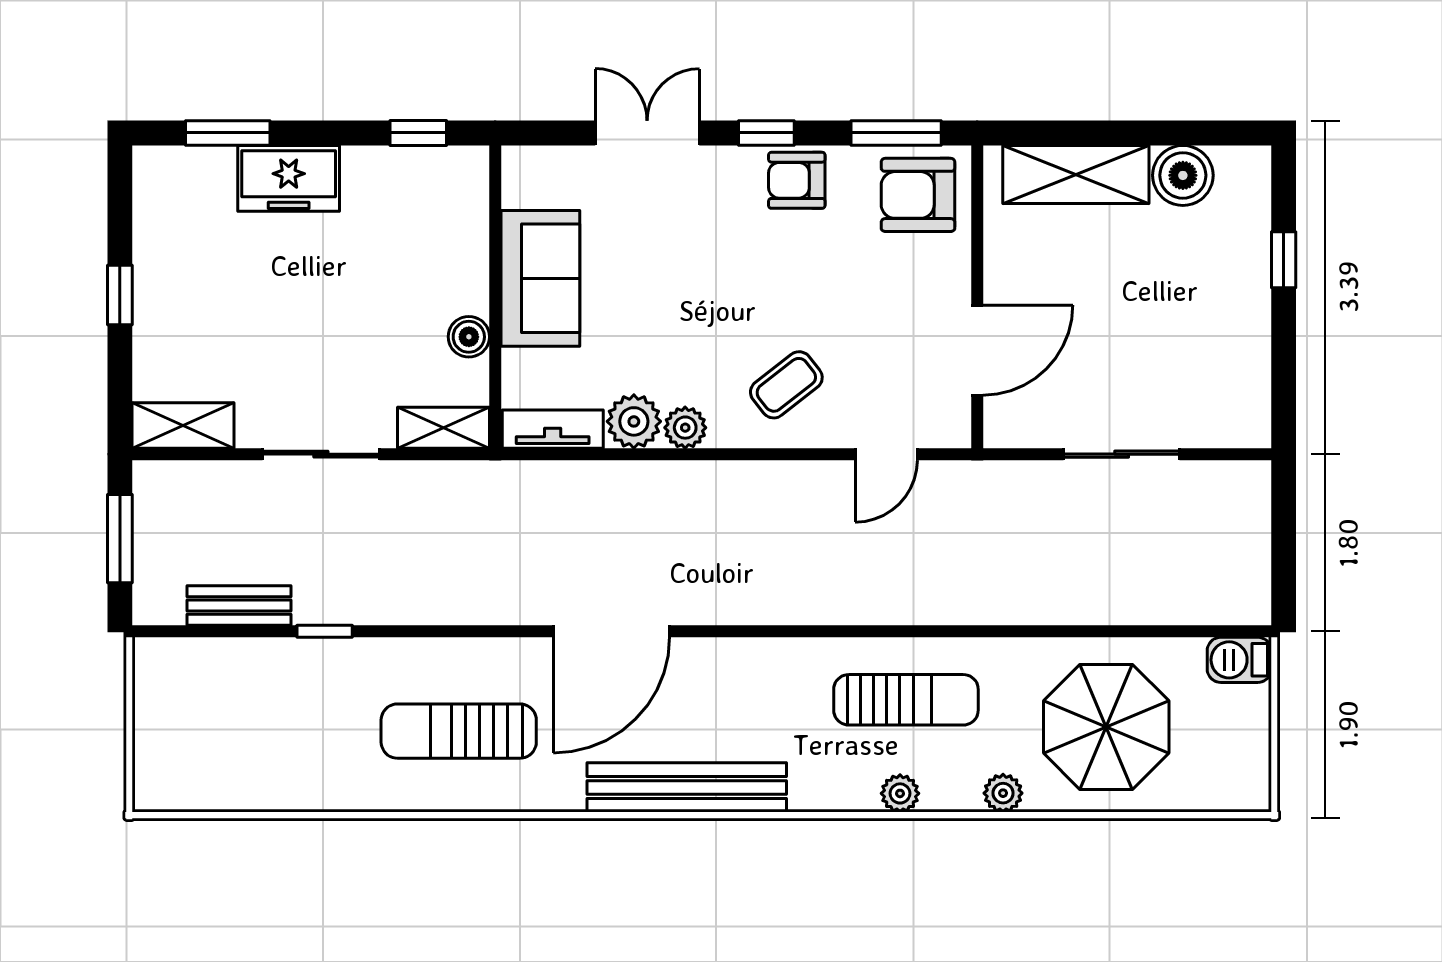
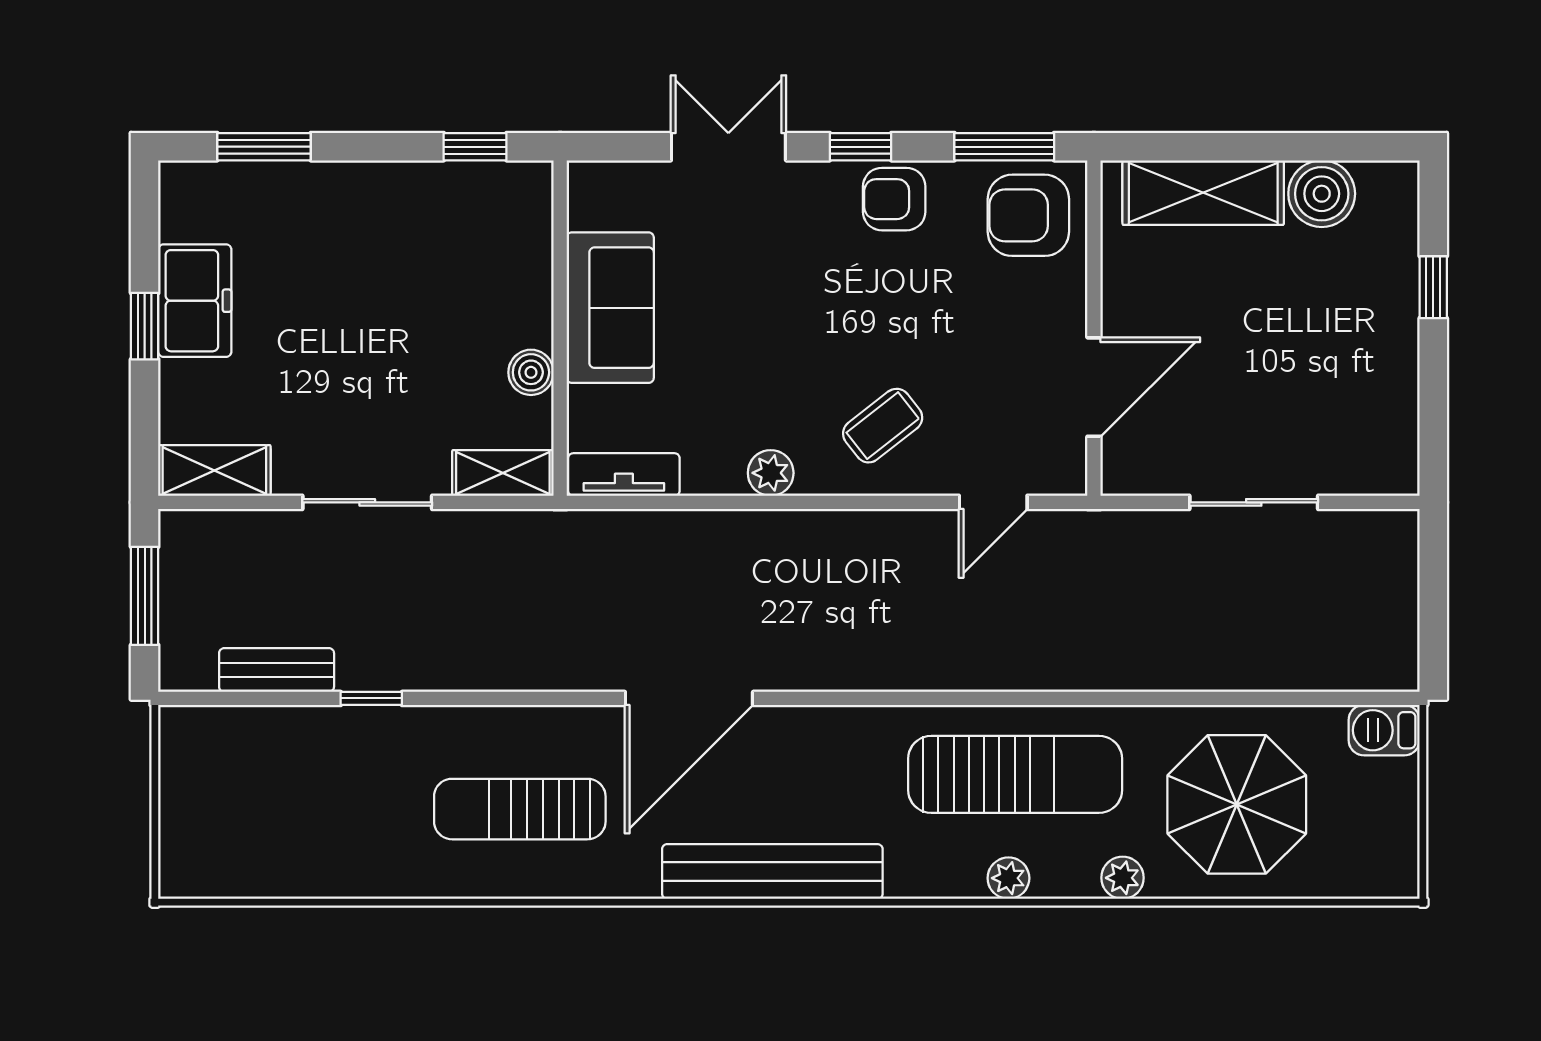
freezer: (289, 178) -> (195, 301), moved, turned -90
plant: (634, 421) -> (714, 466), removed
sun lounger: (906, 700) -> (1015, 774), width x1.36, depth x1.34

